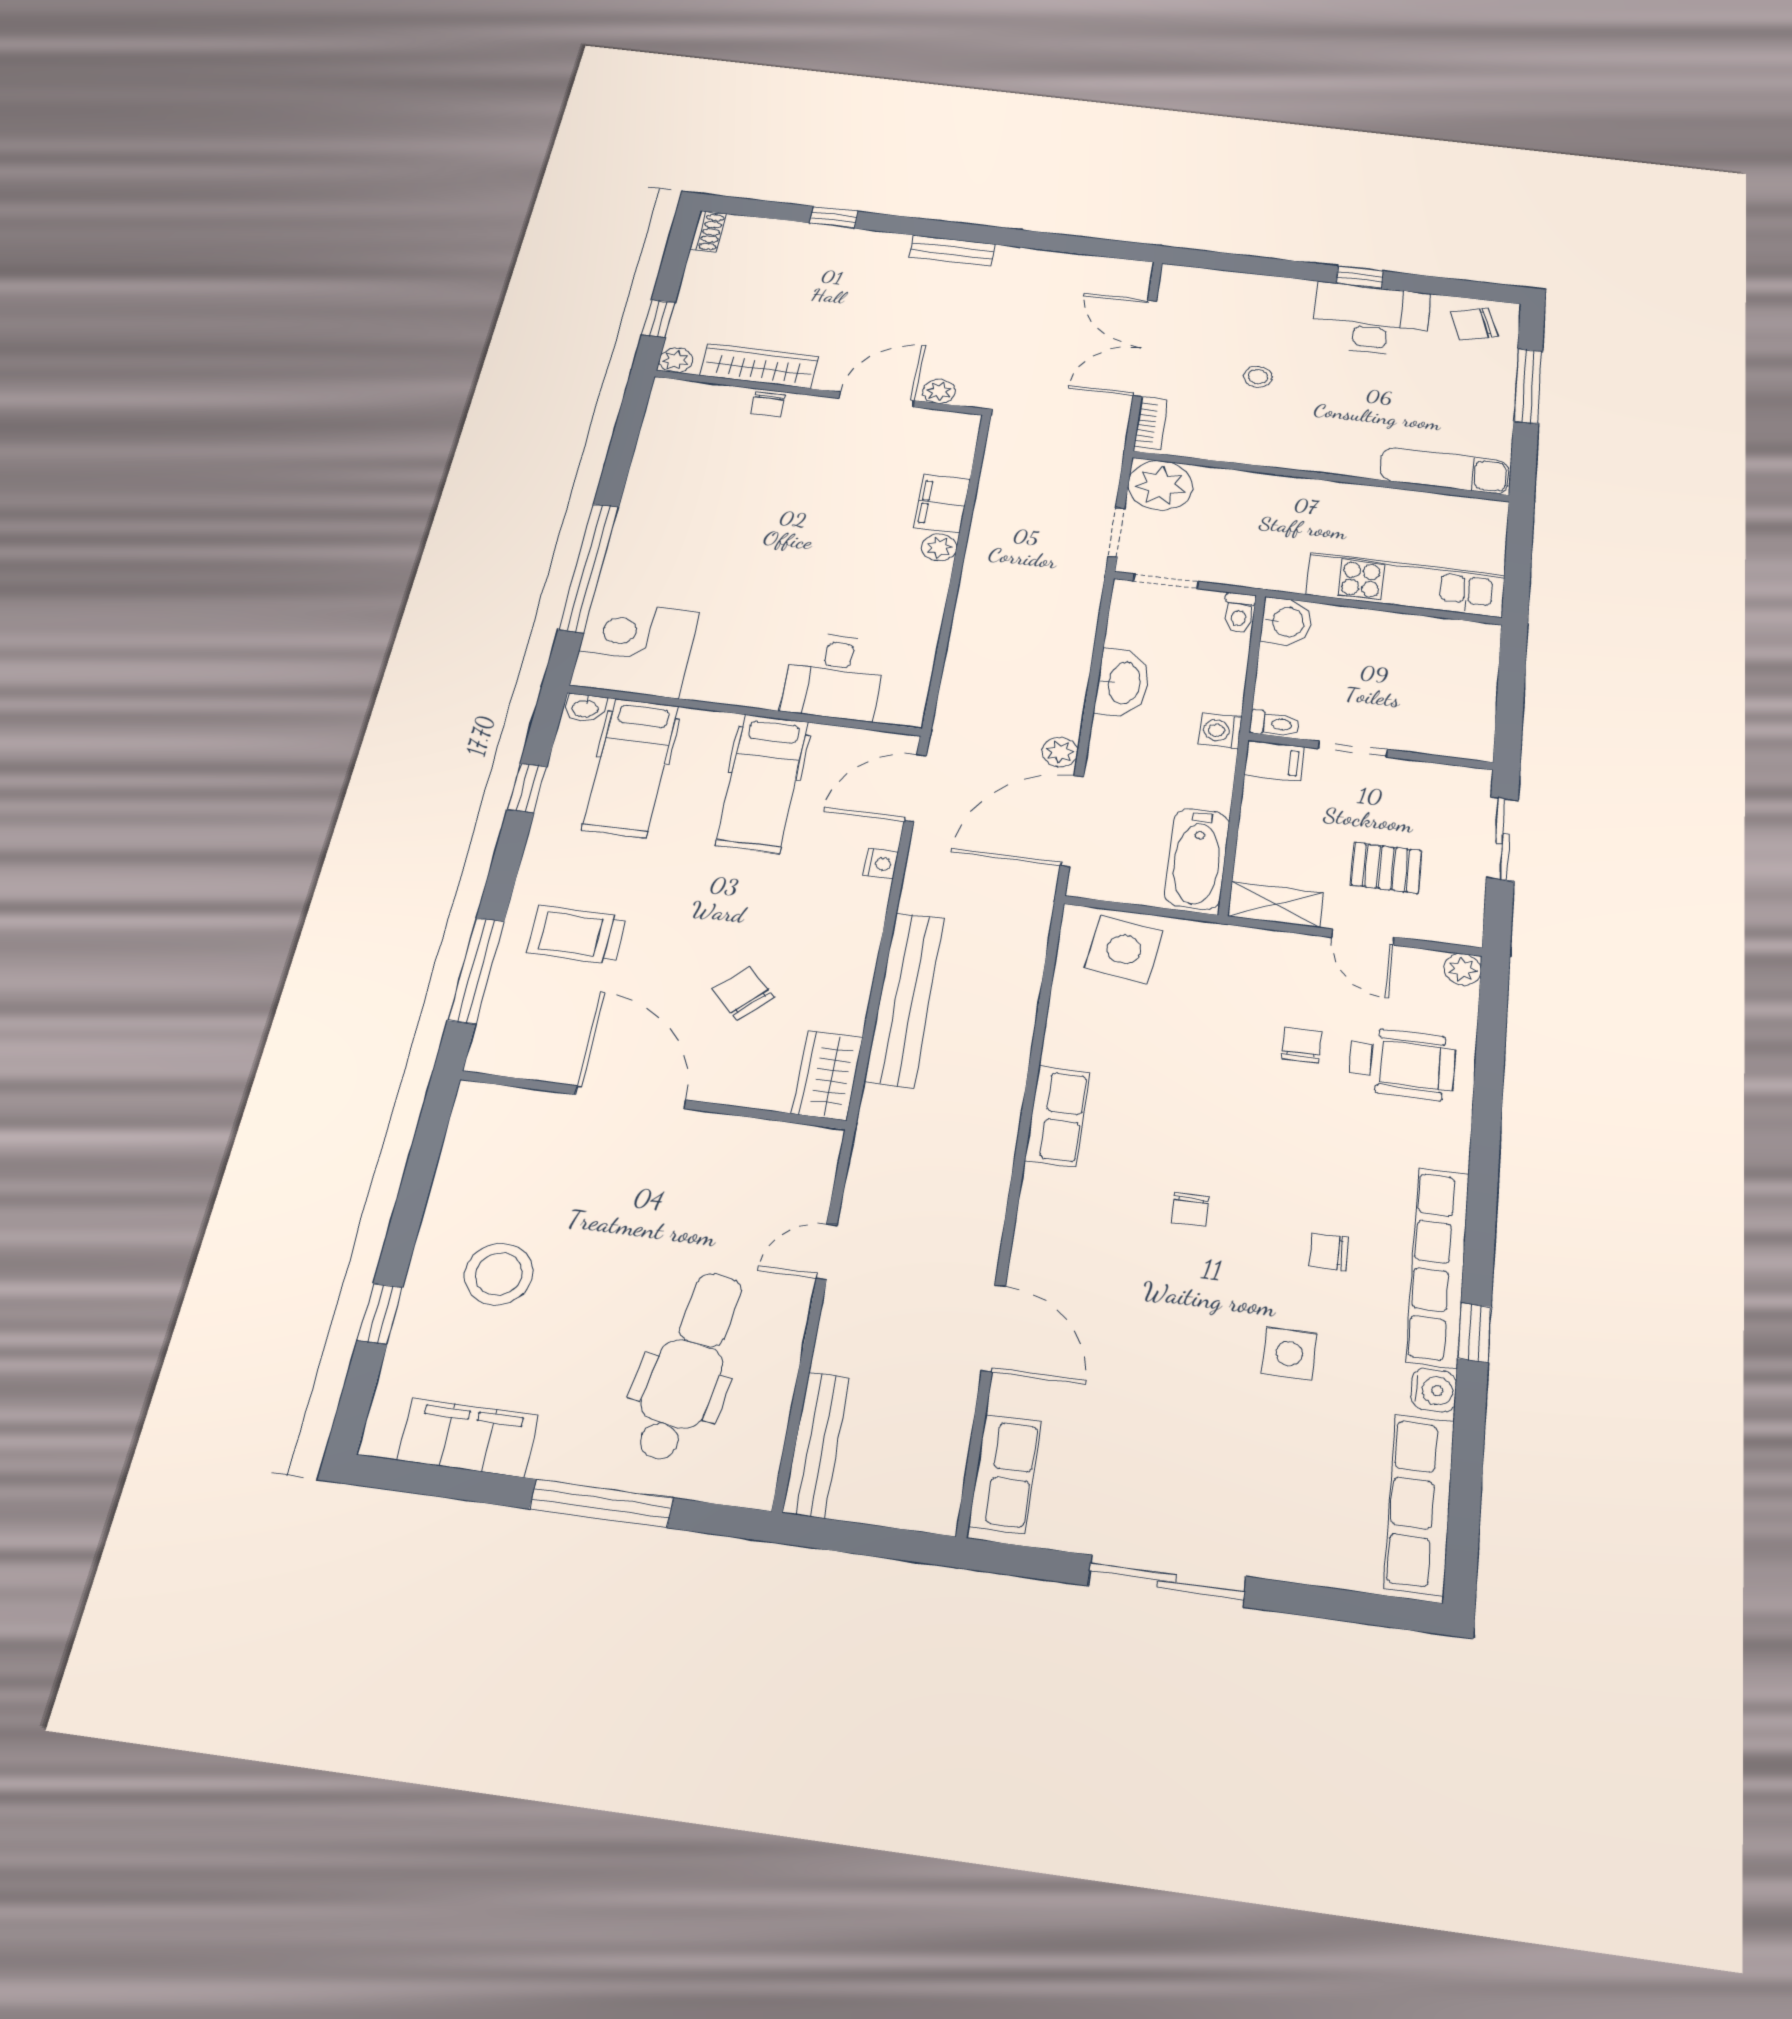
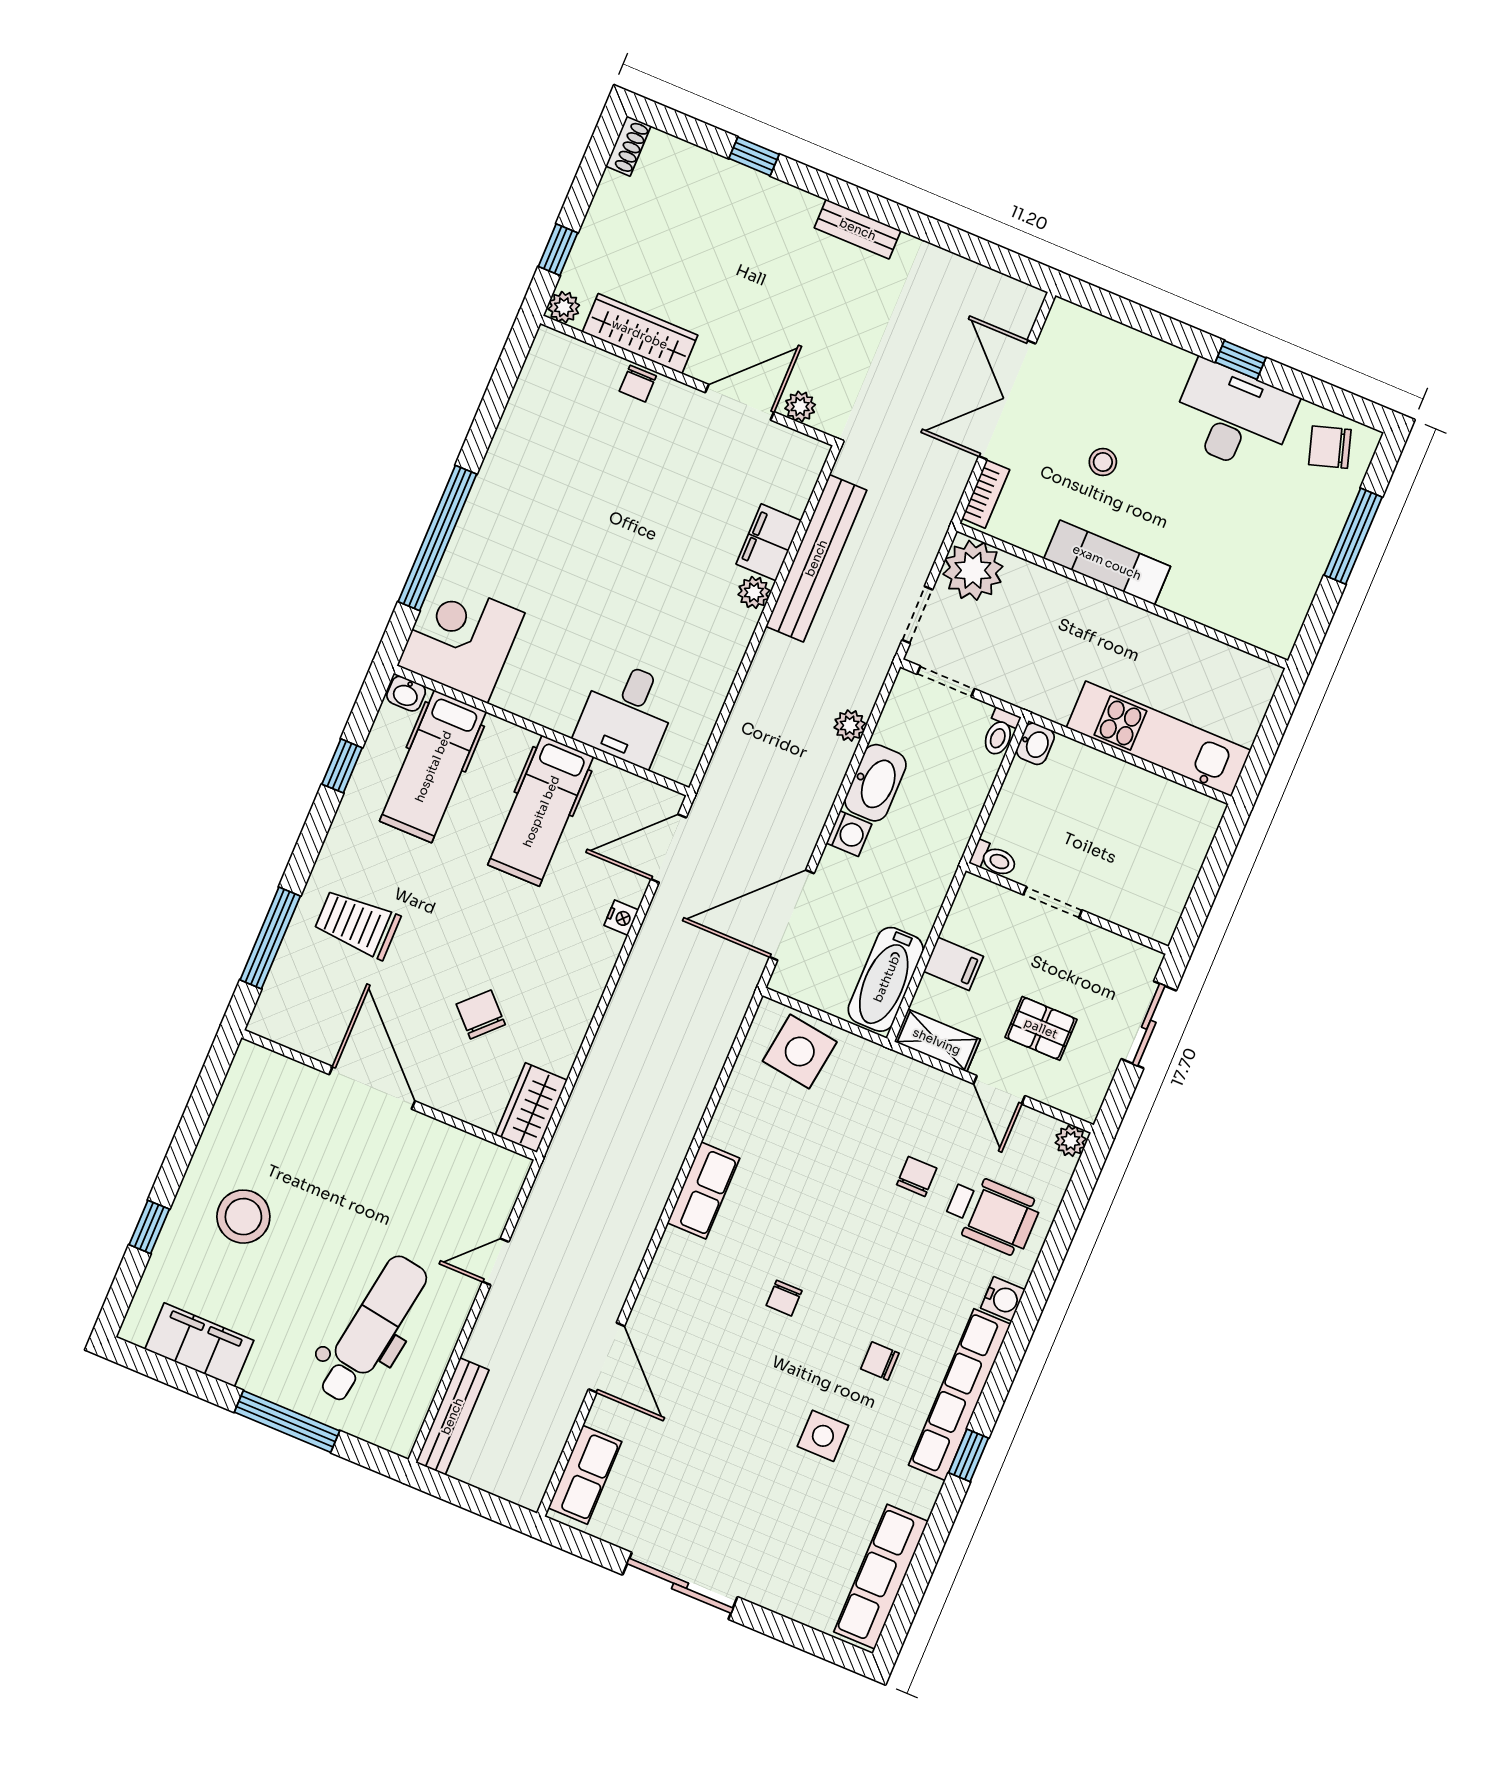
exam couch: (1445, 471) -> (1107, 562), moved
washbasin: (1287, 622) -> (1035, 744), width x0.72, depth x0.69
washing machine: (1220, 731) -> (849, 834), moved, turned 180
plant: (1060, 752) -> (850, 725), moved
filing cabinet: (1274, 761) -> (953, 964), moved
bench: (905, 999) -> (816, 558), moved
water cooler: (1434, 1390) -> (1003, 1299), moved

